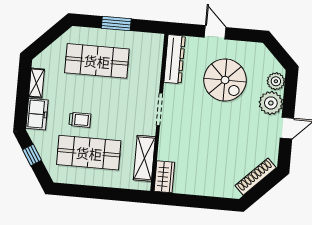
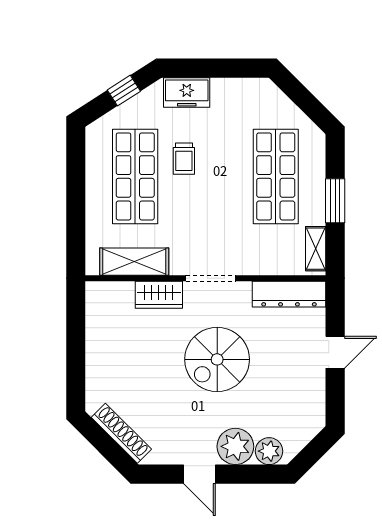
spiral stairs: (225, 80) -> (217, 359), moved
shelving: (36, 83) -> (316, 249), moved, turned 90
wardrobe: (164, 177) -> (159, 295), moved

